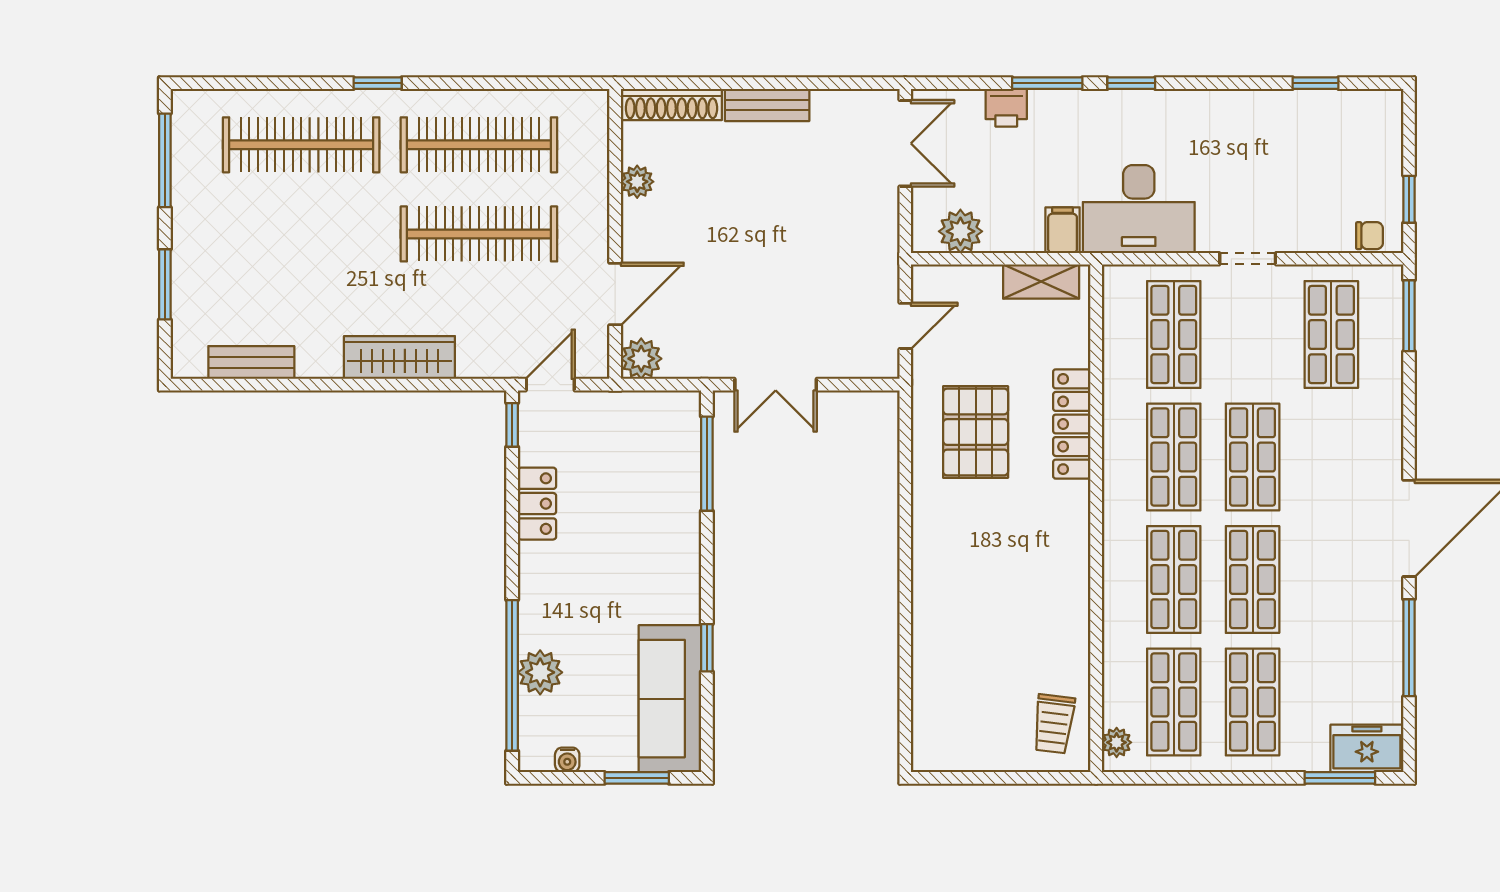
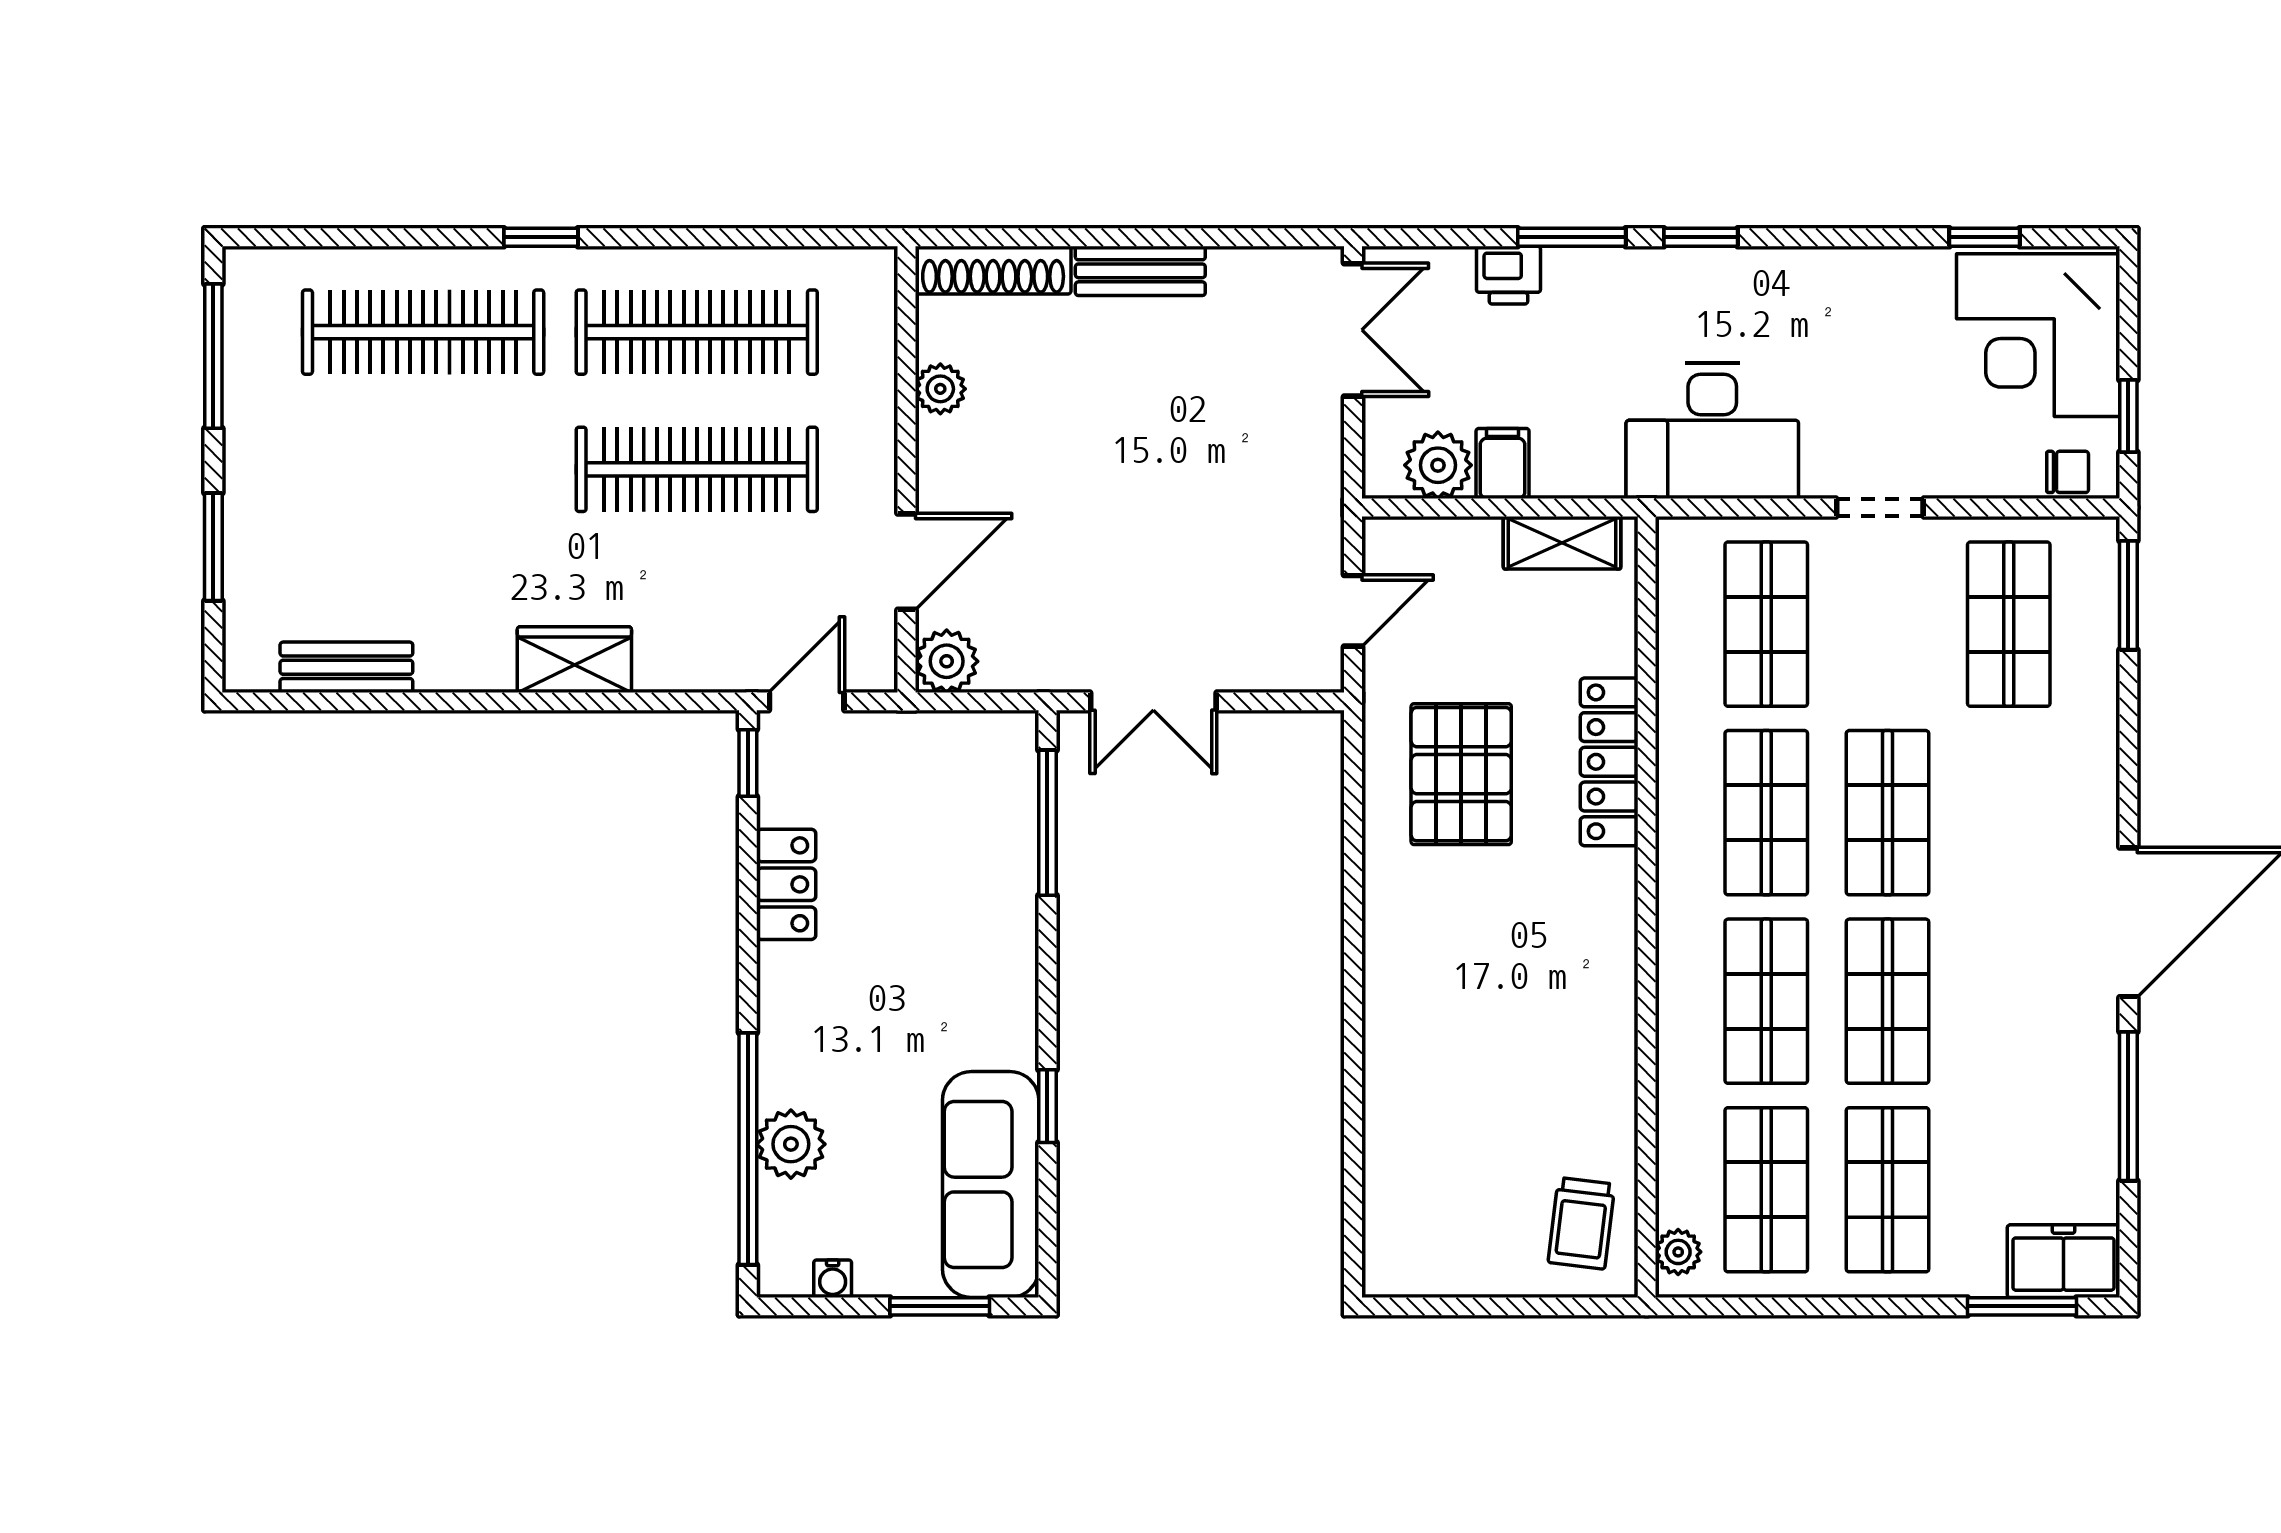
corner desk: (1350, 147) -> (2038, 335), added
filing cabinet: (1063, 230) -> (1503, 463), moved
wardrobe: (399, 358) -> (574, 660), width x0.67

